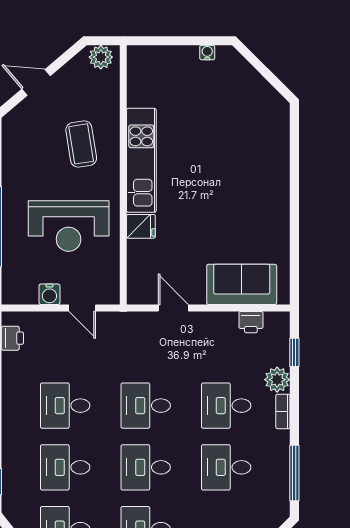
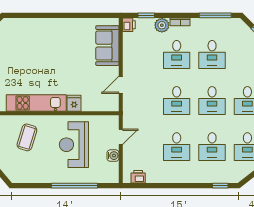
coffee table: (81, 144) -> (27, 137), turned -64
reception desk: (69, 226) -> (74, 145), turned 180
printer: (251, 322) -> (129, 25), moved

